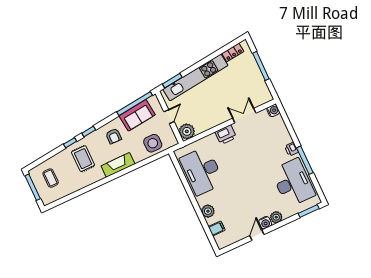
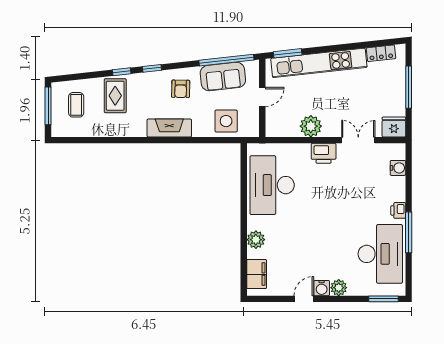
fridge: (263, 96) -> (394, 127), added
water cooler: (273, 111) -> (398, 168), moved
plant: (187, 131) -> (311, 126), moved
rug: (83, 159) -> (115, 96), moved
filing cabinet: (217, 228) -> (257, 274), width x2.00

